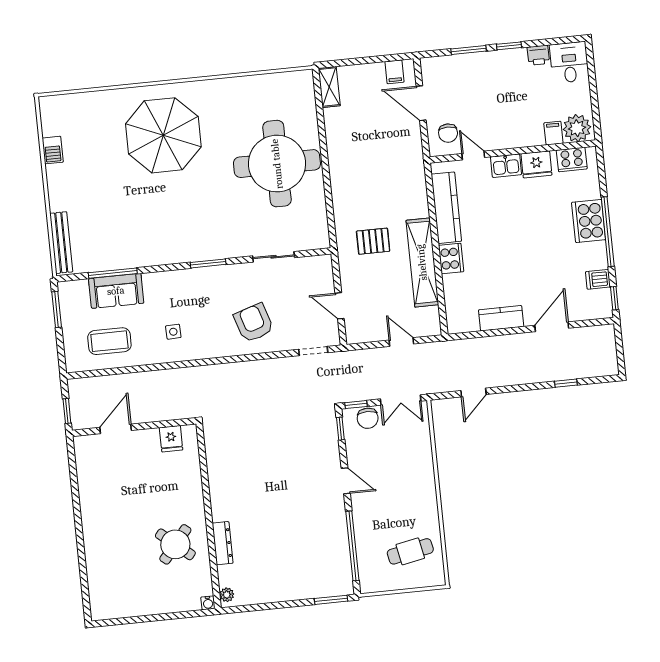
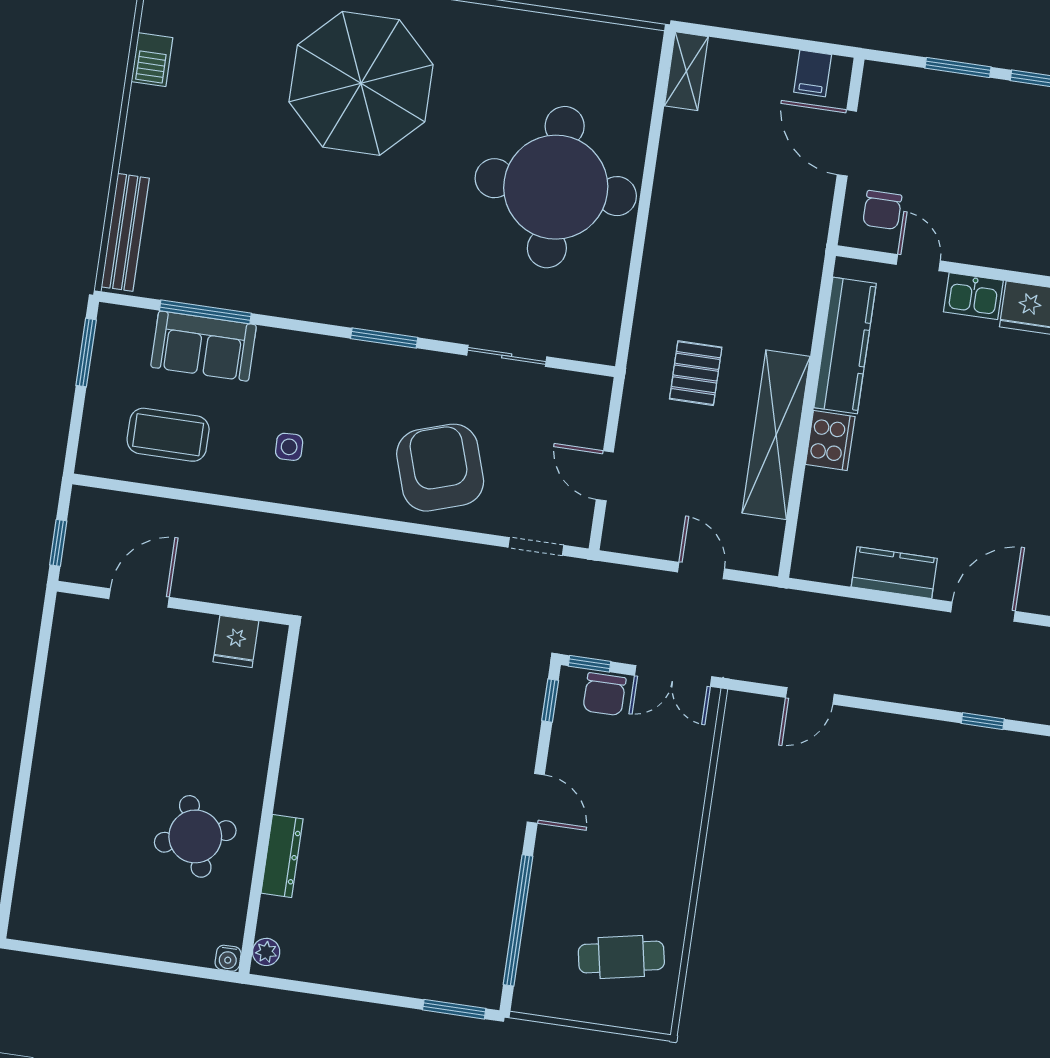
pallet: (373, 241) -> (696, 373), turned 90
armchair: (254, 323) -> (440, 468), width x1.36, depth x1.36
round table: (175, 544) -> (195, 836), turned 31

